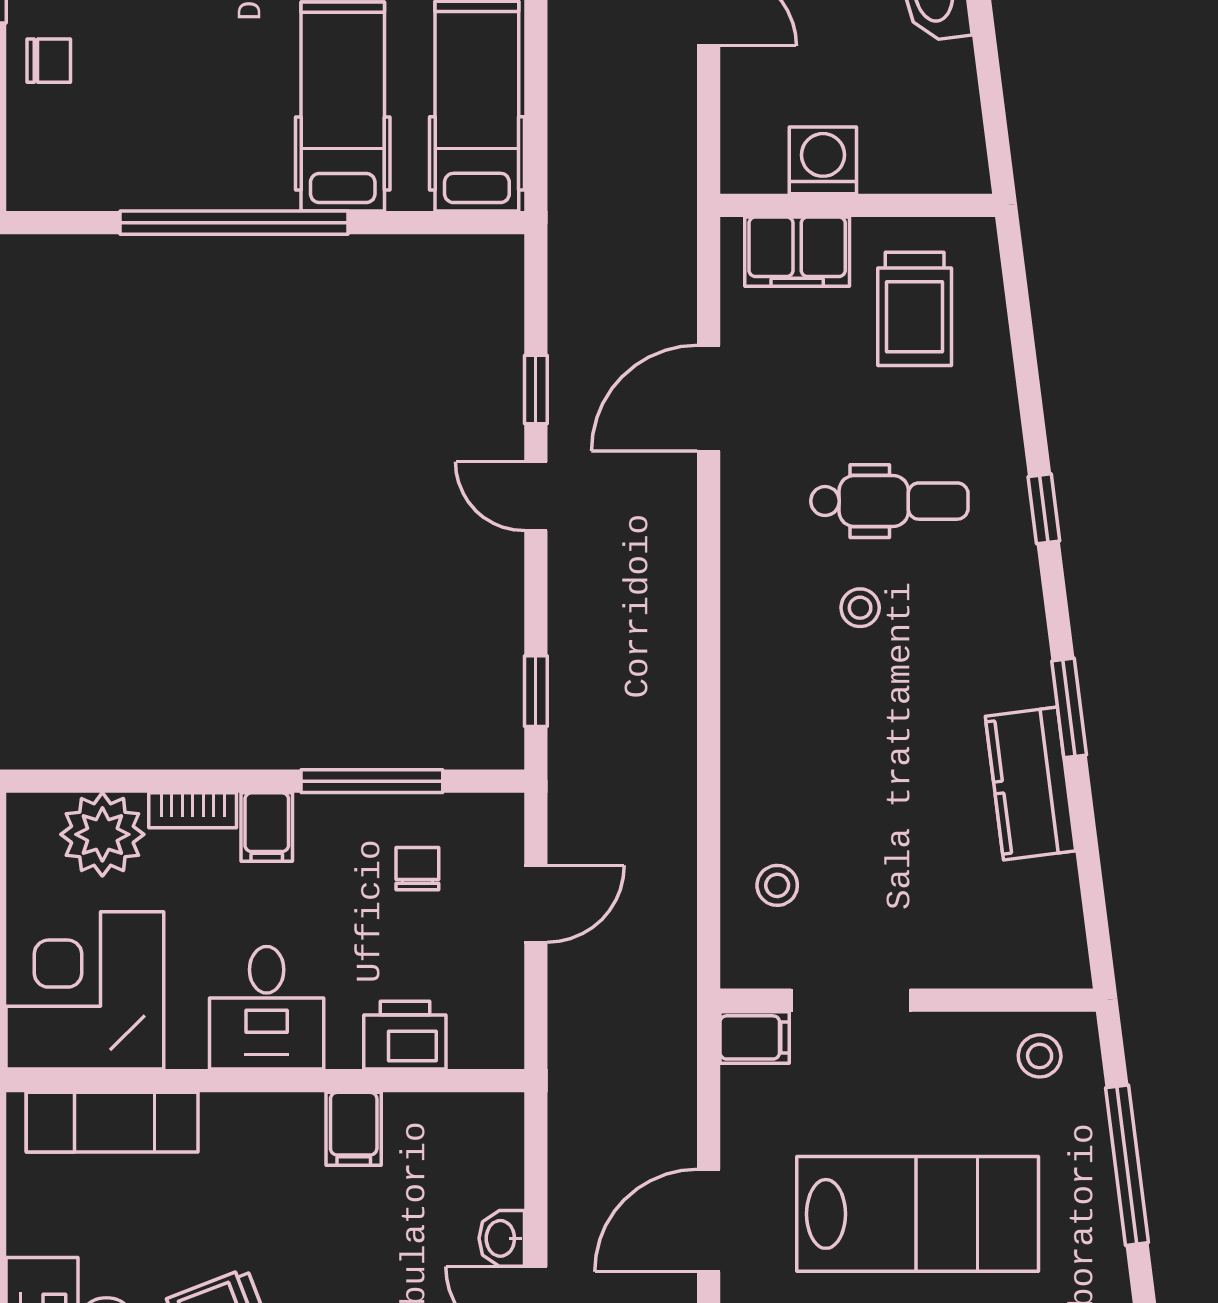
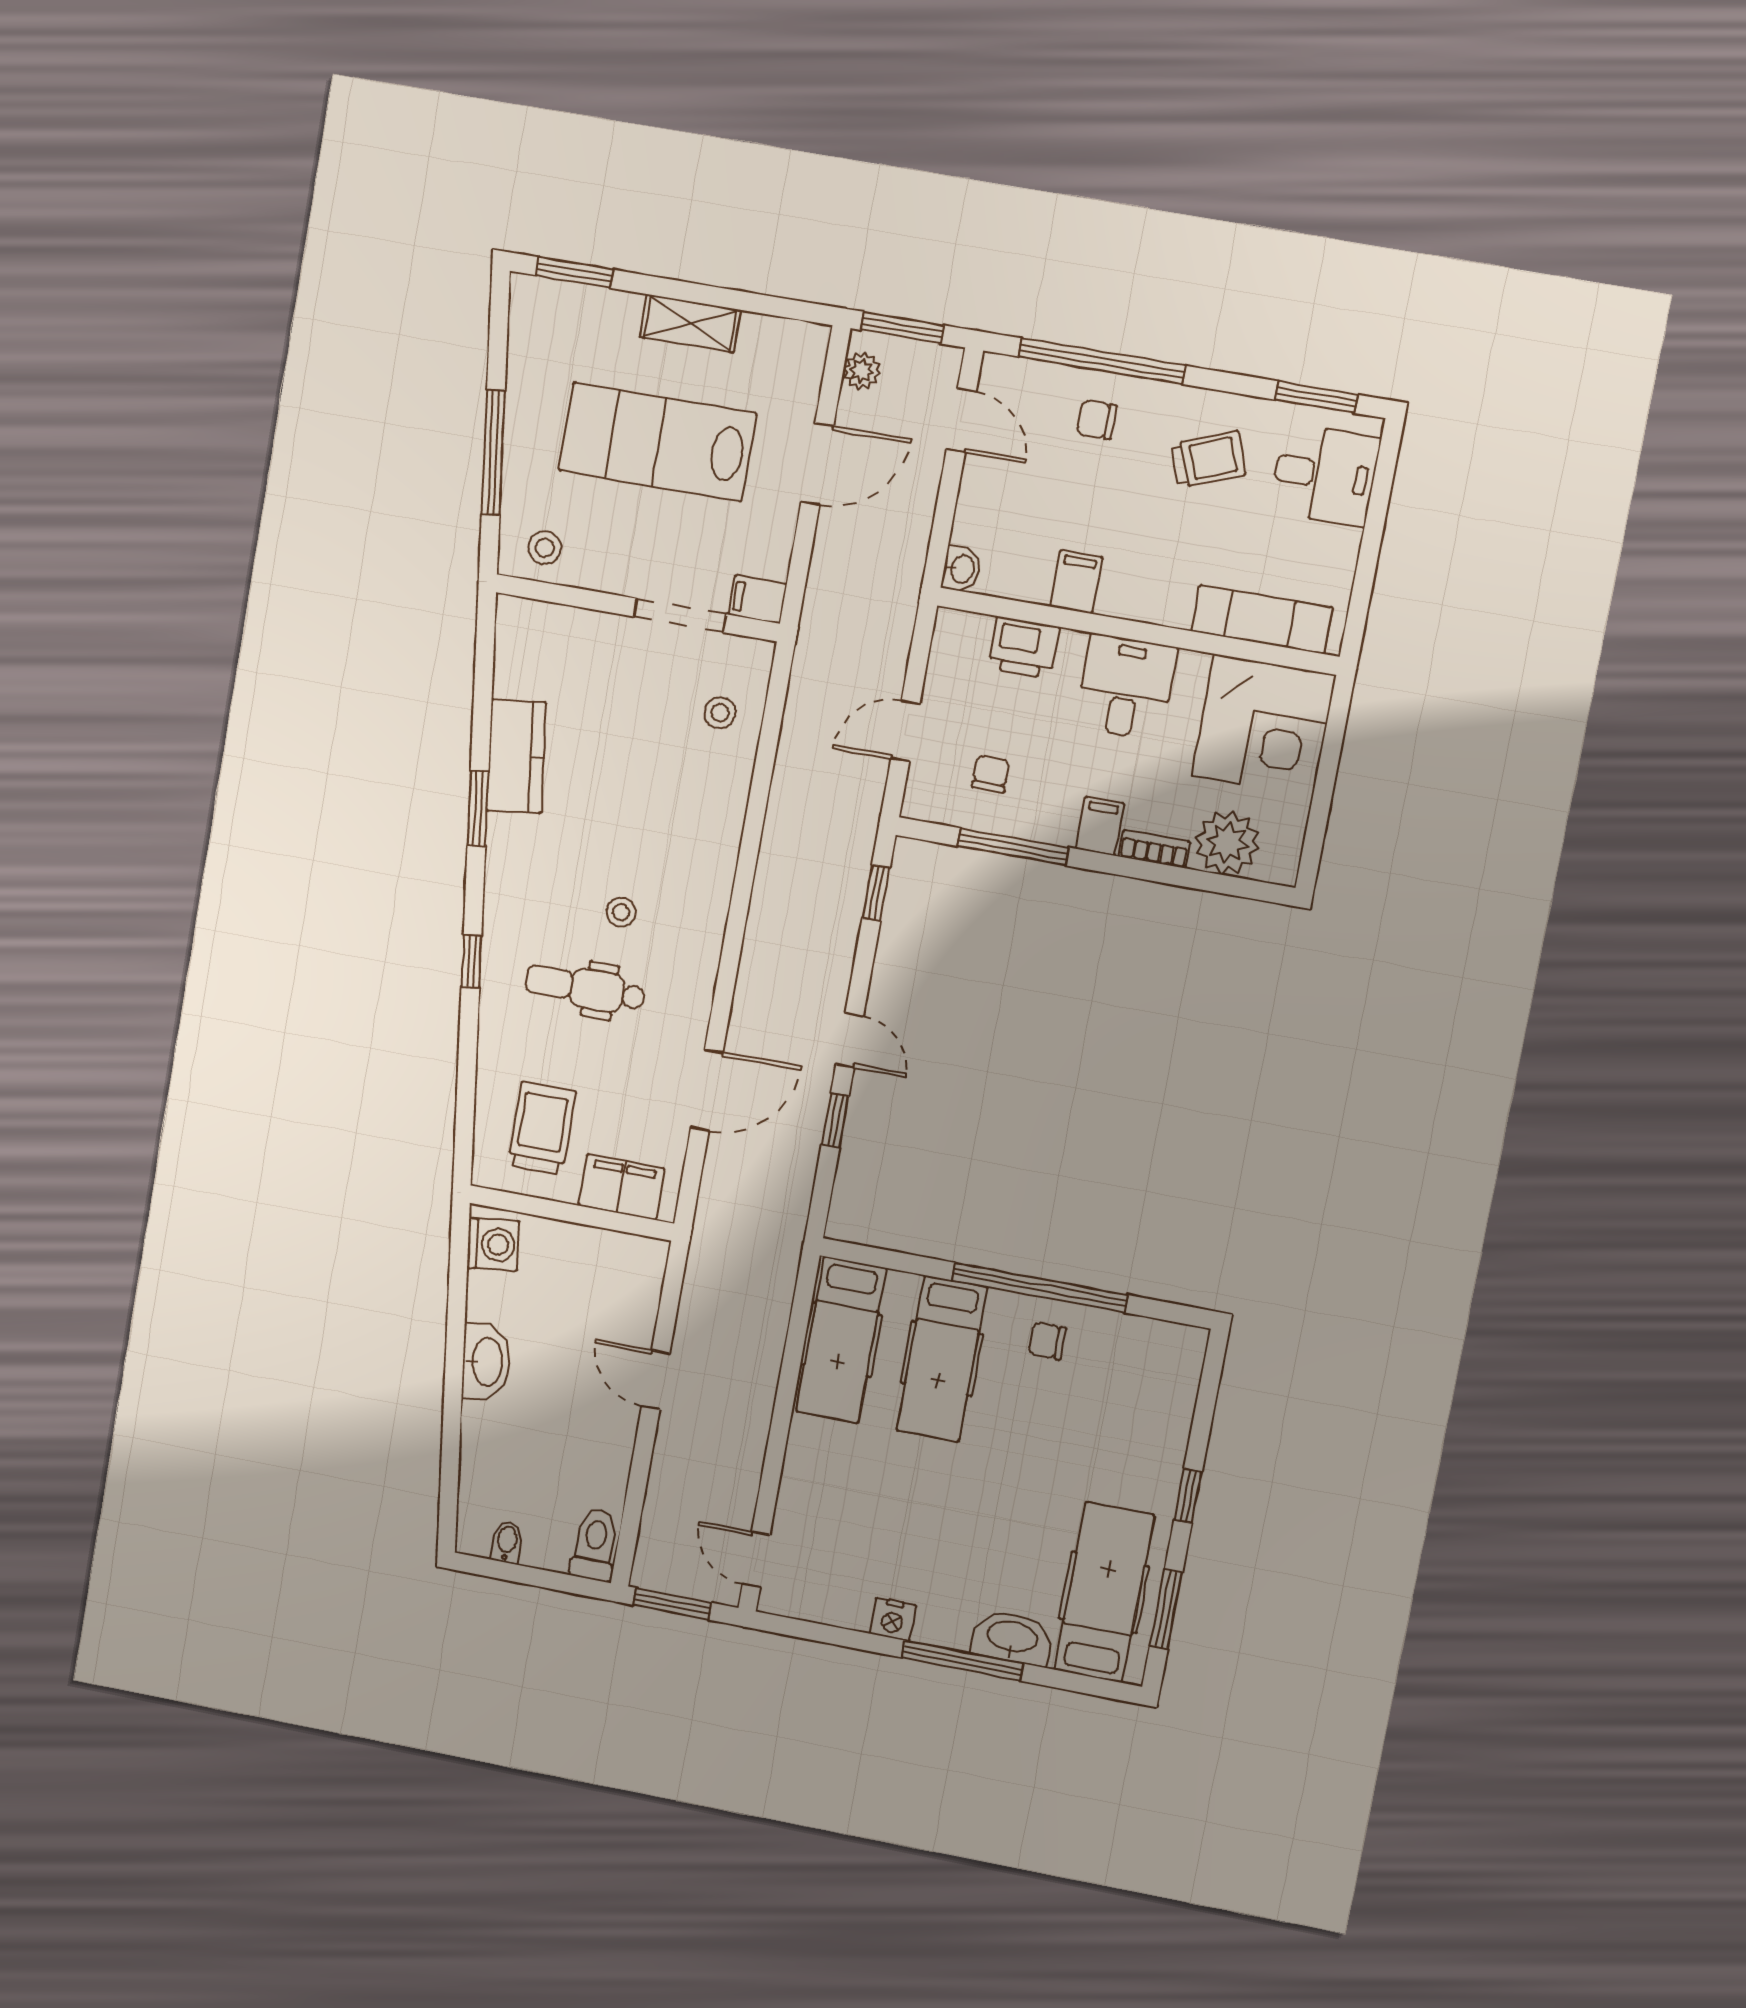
chair: (49, 61) -> (1047, 1341), moved
washing machine: (823, 160) -> (493, 1244), moved, turned -97
chair: (417, 869) -> (991, 774), turned 180
washbasin: (502, 1238) -> (961, 569), moved

